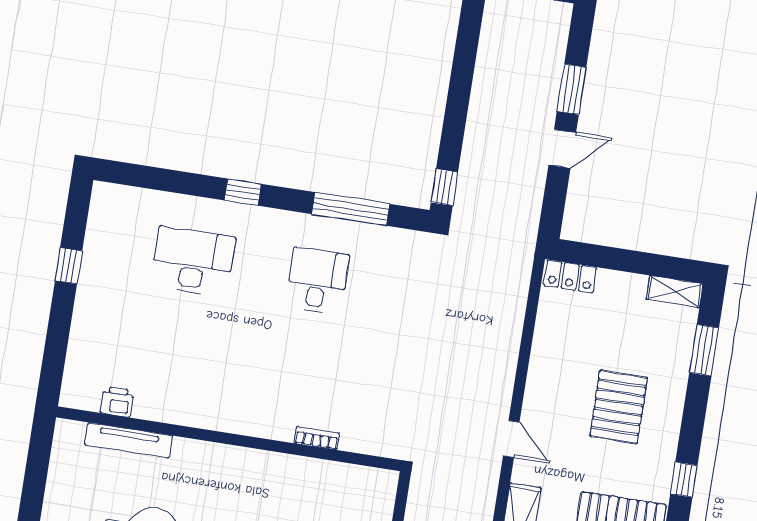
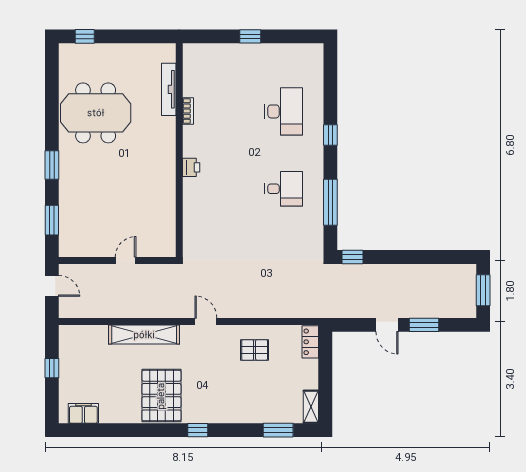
window: (69, 266) -> (250, 36), moved
printer: (117, 402) -> (191, 167), moved
pallet: (619, 407) -> (255, 350), moved, width x0.67, depth x0.71
bookcase: (317, 438) -> (188, 111), moved
door: (511, 439) -> (206, 322), swing flipped

